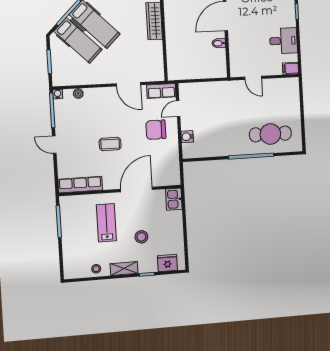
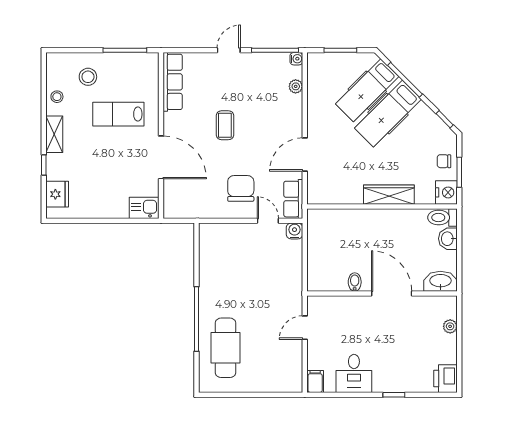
water cooler: (187, 137) -> (295, 231), moved
lab bench: (106, 223) -> (118, 114), turned 180
stool: (141, 237) -> (88, 77), moved

